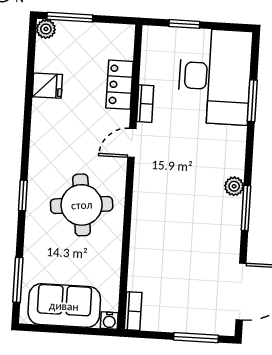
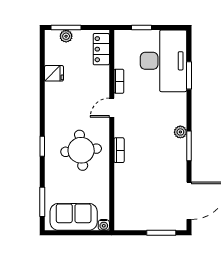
plant: (46, 29) -> (66, 36), moved
locker: (120, 85) -> (101, 49), moved
bookcase: (133, 311) -> (119, 150), moved

